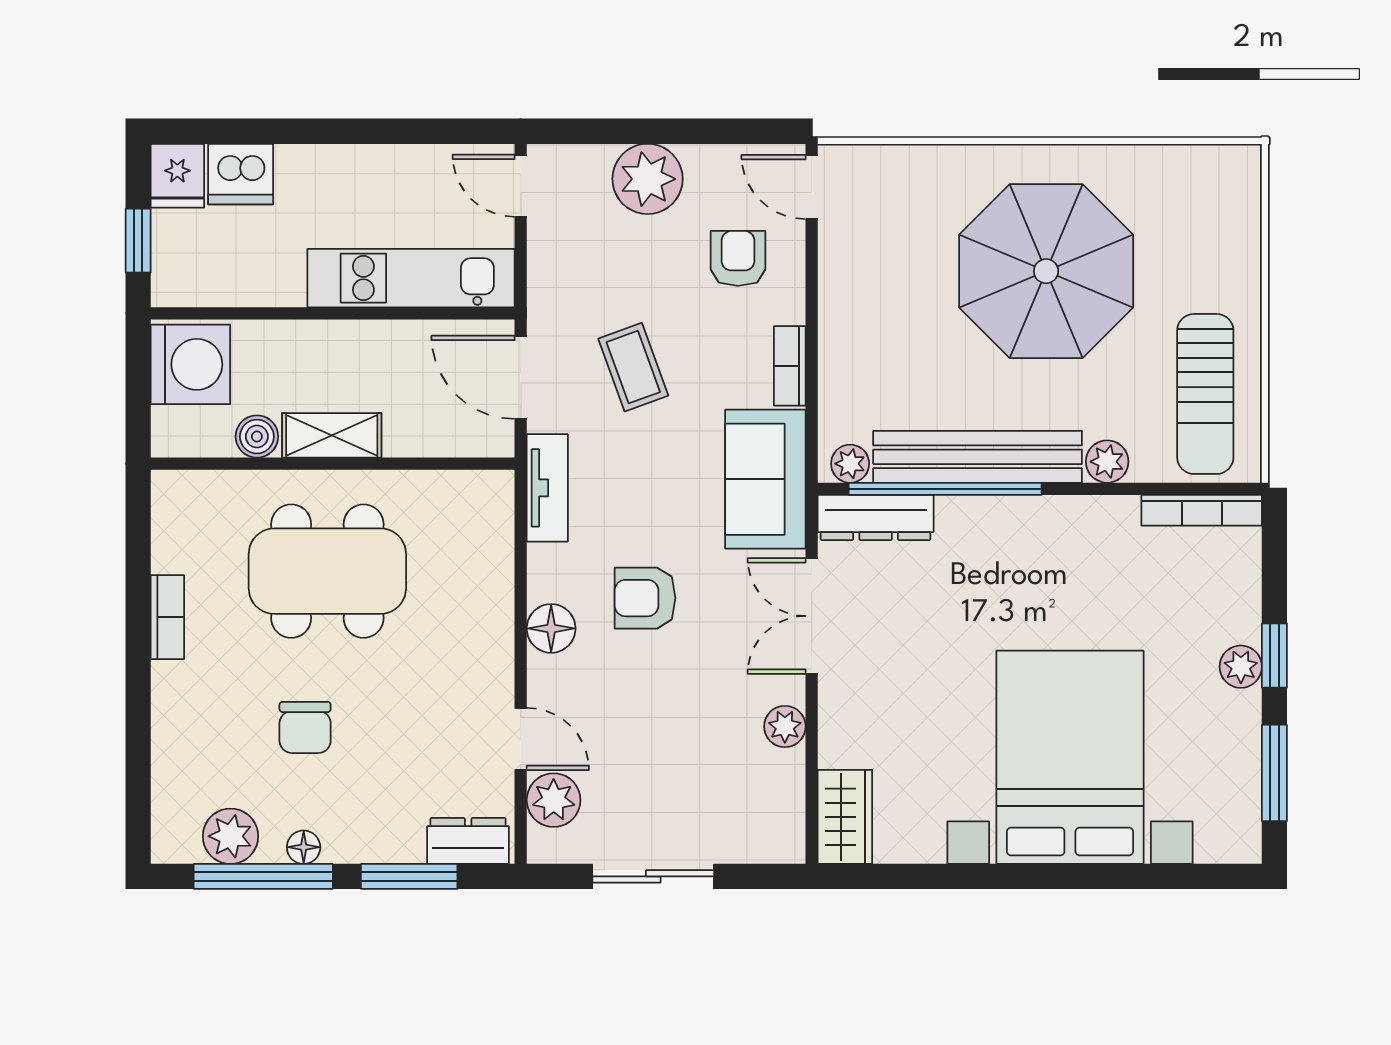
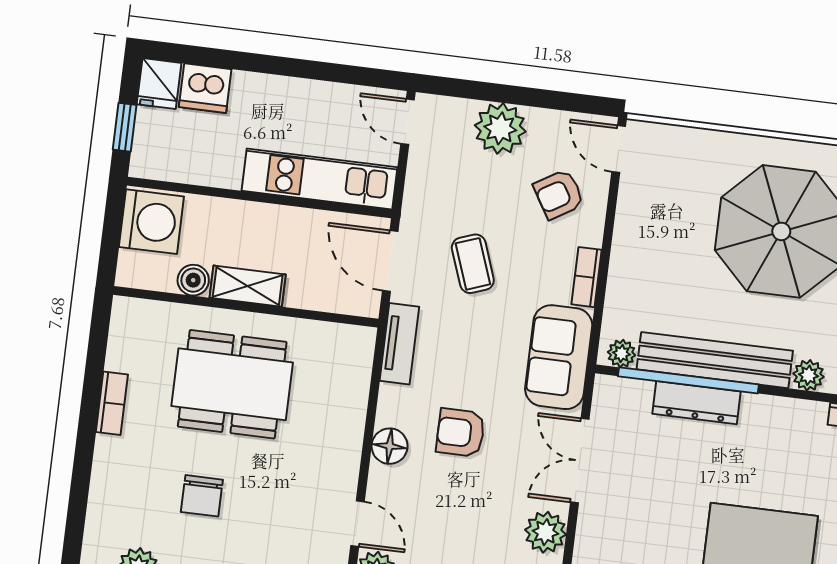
armchair: (738, 258) -> (559, 194), turned -121
dresser: (876, 517) -> (697, 403), moved
plant: (785, 726) -> (545, 532), width x1.38, depth x1.38

